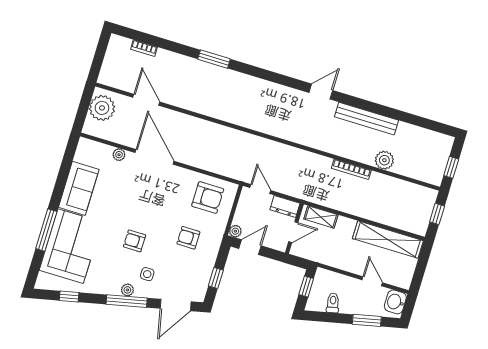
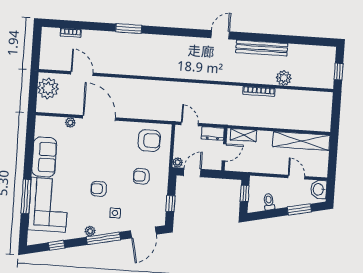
window: (437, 214) -> (336, 111), removed
plant: (127, 290) -> (90, 231), moved

